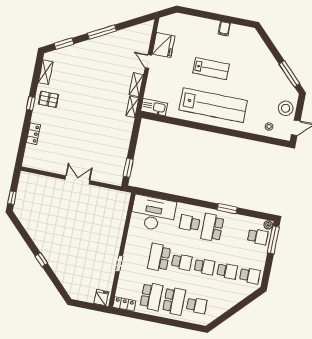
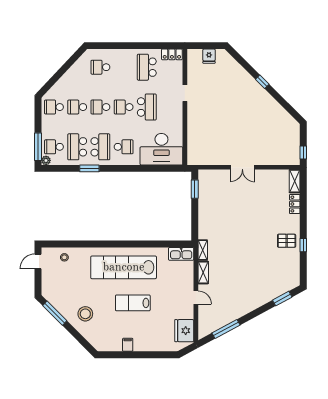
window: (102, 32) -> (226, 329), moved
fridge: (164, 45) -> (184, 331), moved
shelving: (46, 72) -> (295, 181), moved
window: (31, 103) -> (303, 245), moved
stool: (286, 108) -> (85, 314), moved
window: (12, 198) -> (303, 152), moved
fridge: (101, 298) -> (209, 56), moved
school desk: (174, 301) -> (77, 147), moved

